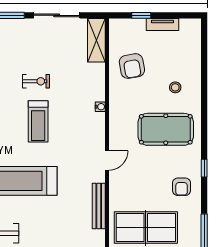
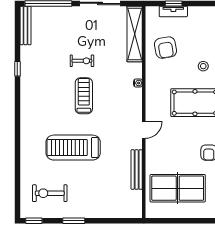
tv unit: (163, 25) -> (173, 11), moved
shelving: (96, 40) -> (135, 34), width x1.47
treadmill: (38, 121) -> (84, 96), turned 180

